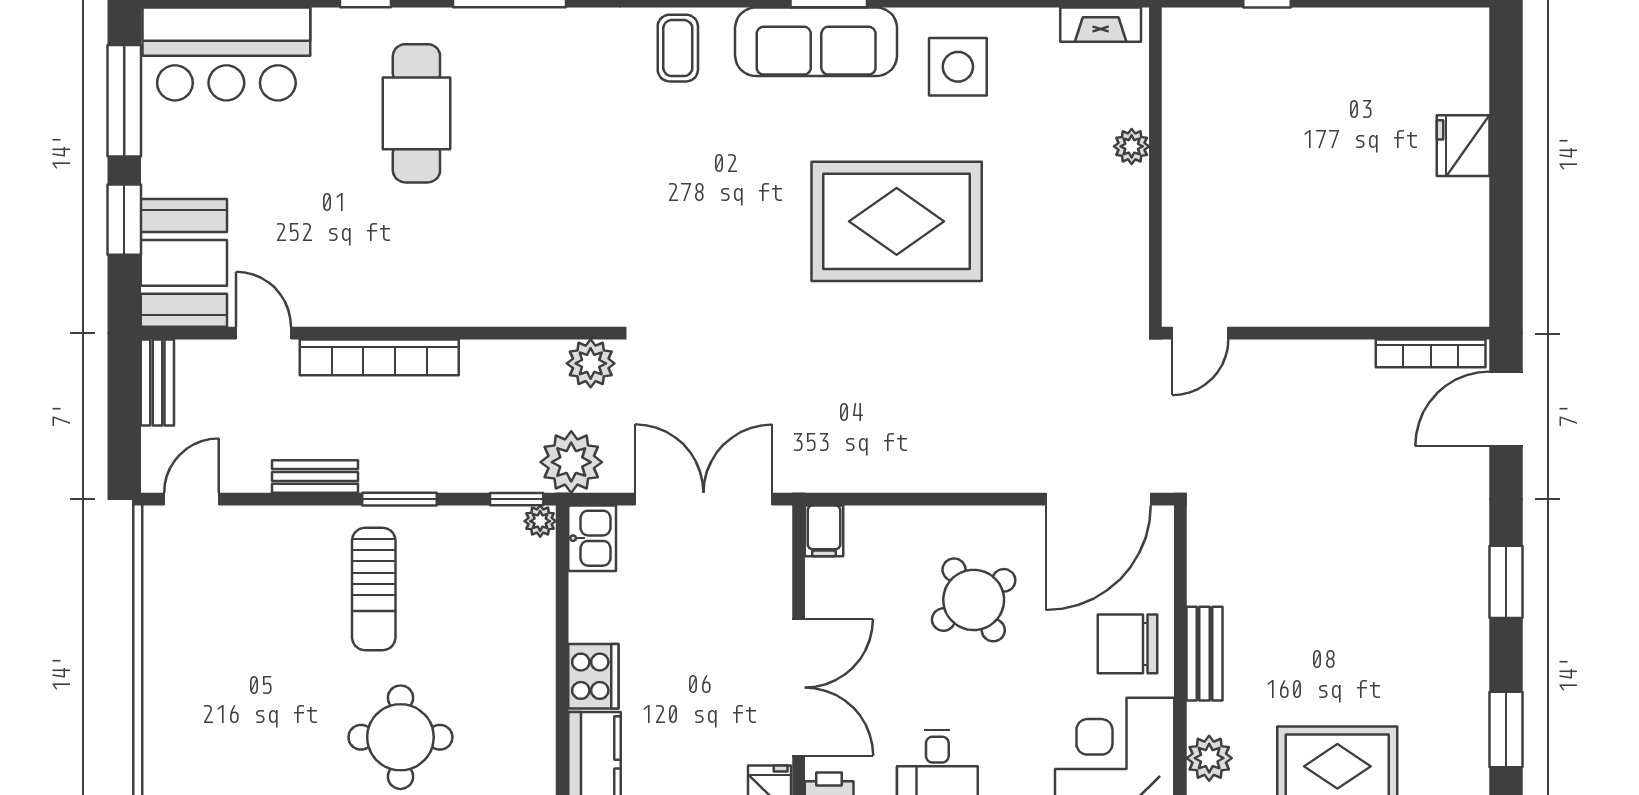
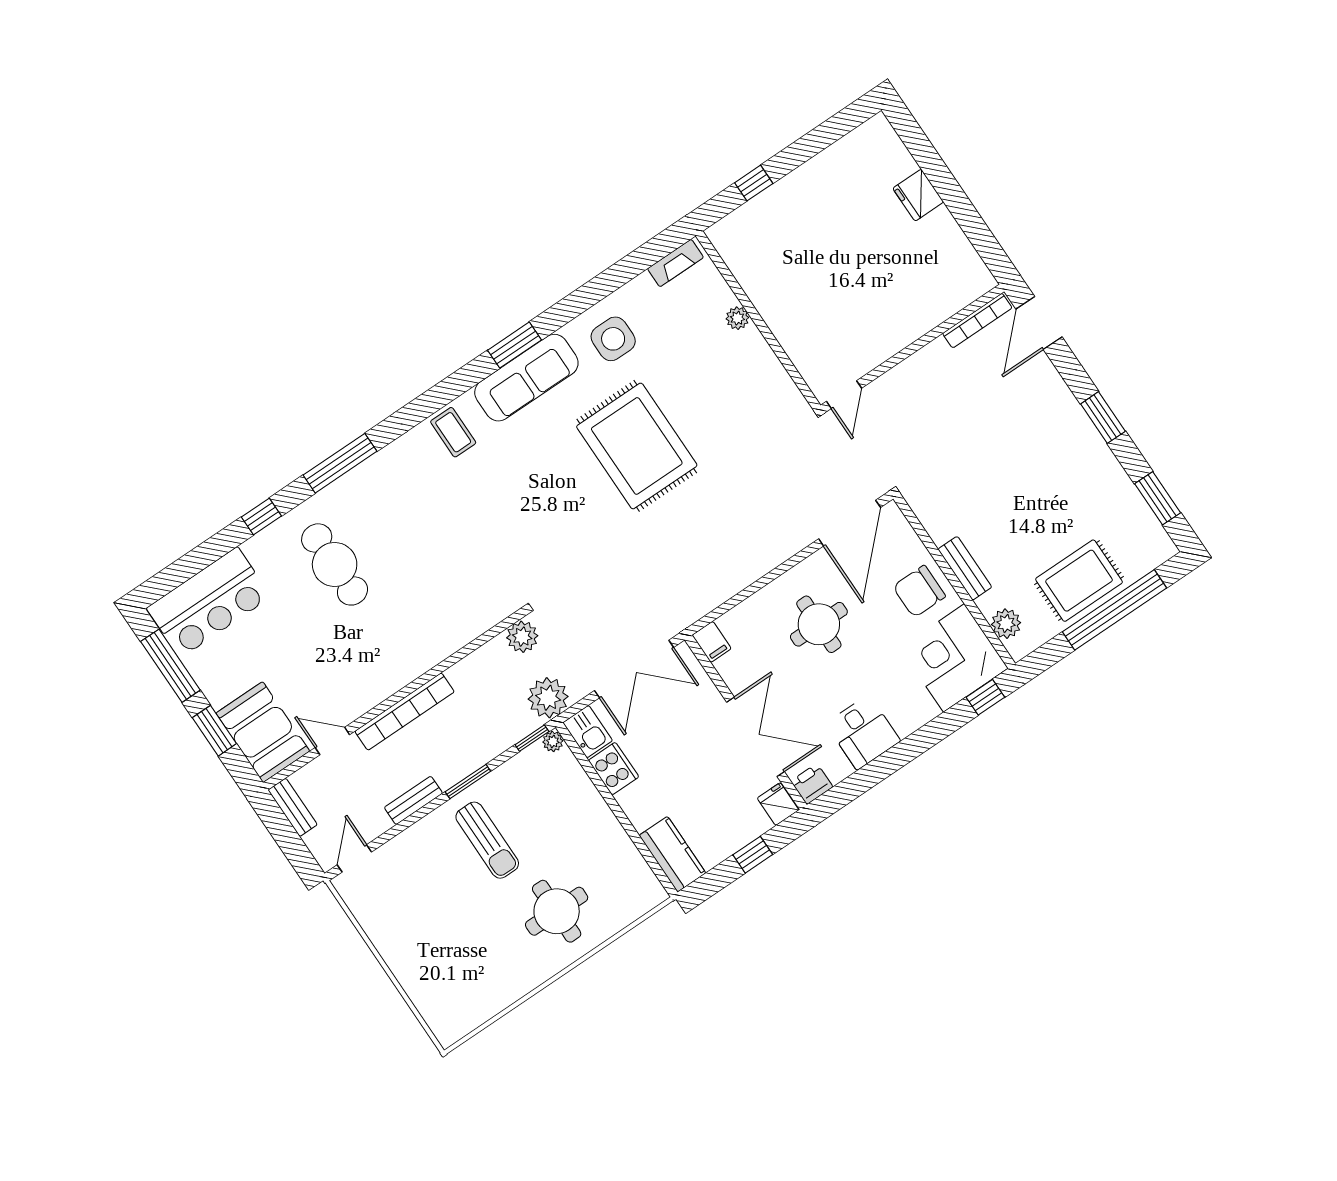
rug: (897, 221) -> (637, 446), turned 90
double door: (704, 499) -> (634, 669), swing flipped
round table: (974, 600) -> (819, 624), turned 33
cooker: (593, 676) -> (614, 769), moved

